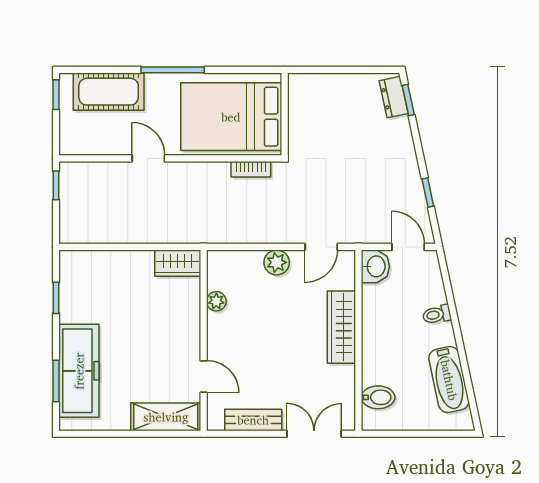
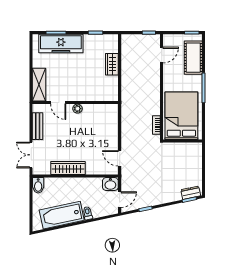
door: (148, 158) -> (162, 55), moved
plant: (277, 262) -> (112, 137), removed
wardrobe: (178, 263) -> (112, 64), moved
plant: (216, 301) -> (77, 109), moved
wardrobe: (341, 327) -> (68, 168), moved
door: (204, 377) -> (58, 103), hinge flipped
bathtub: (449, 380) -> (62, 215), width x1.36, depth x1.36
bidet: (378, 397) -> (38, 185), moved
double door: (314, 434) -> (31, 155), swing flipped

